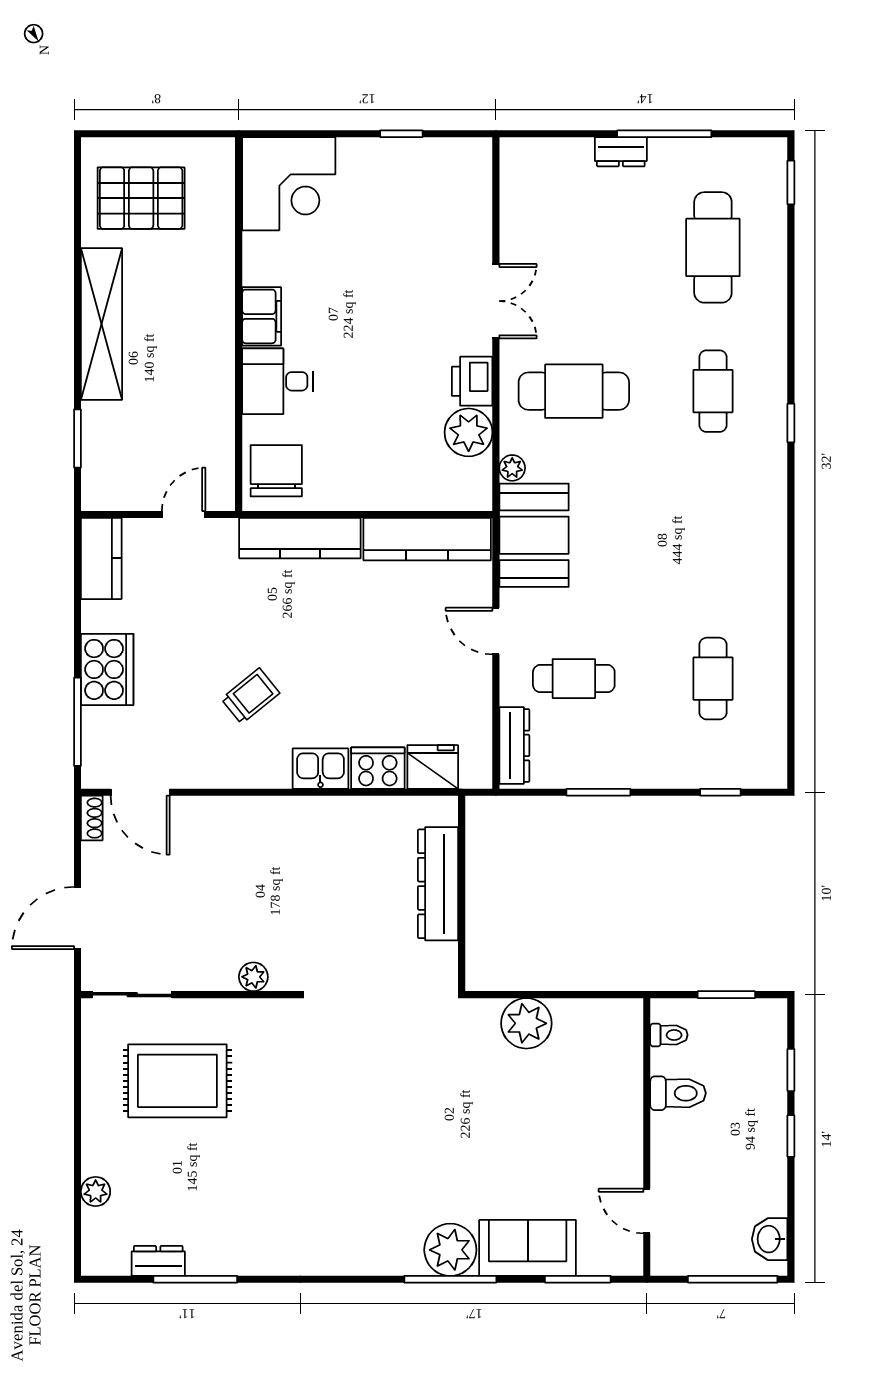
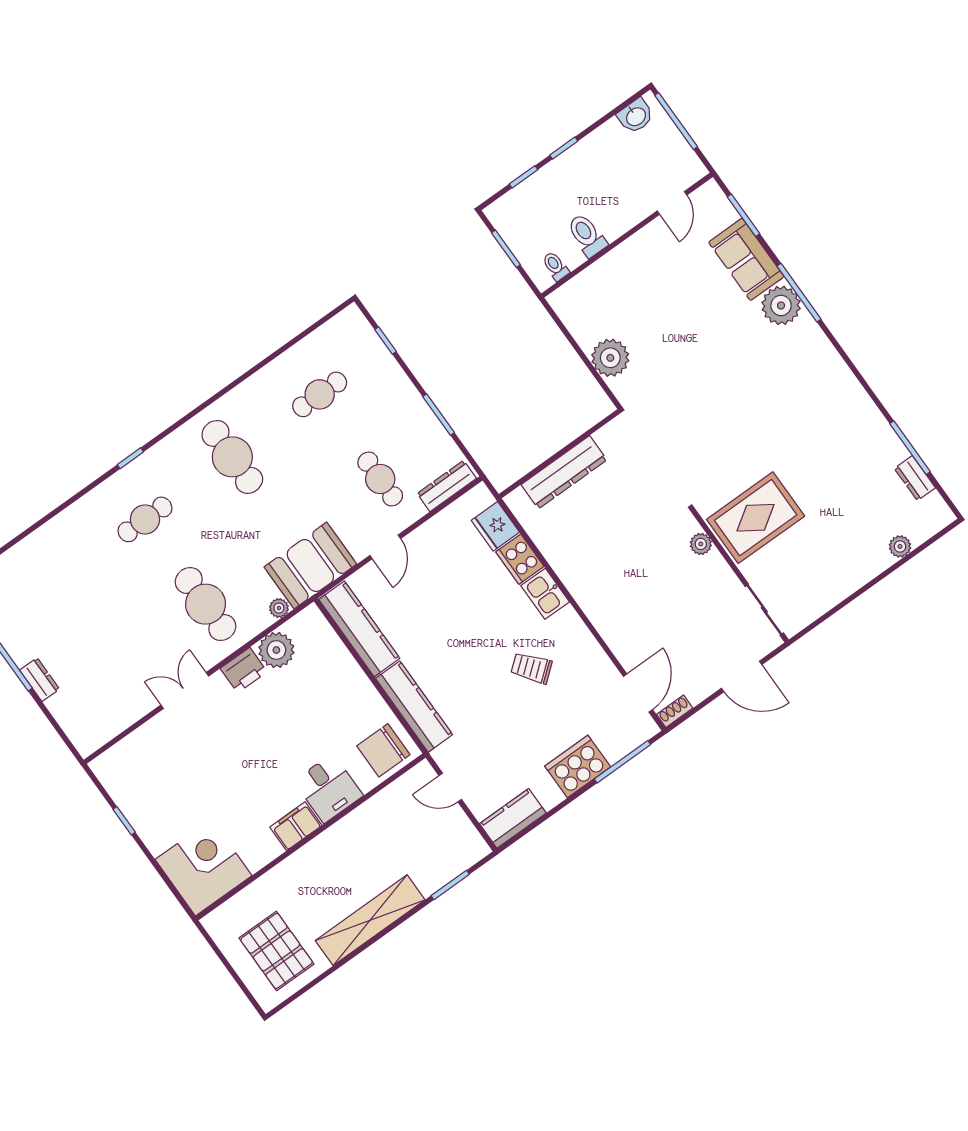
cafe table: (713, 247) -> (232, 457), moved, turned 90
rug: (177, 1081) -> (756, 518), moved, turned 90

